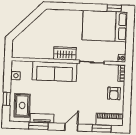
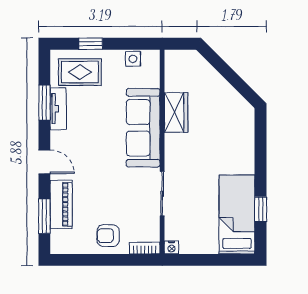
window: (114, 8) -> (261, 209), moved
bed: (105, 26) -> (237, 215), width x0.67
wardrobe: (65, 53) -> (176, 112), moved
piano: (110, 119) -> (61, 204), moved

